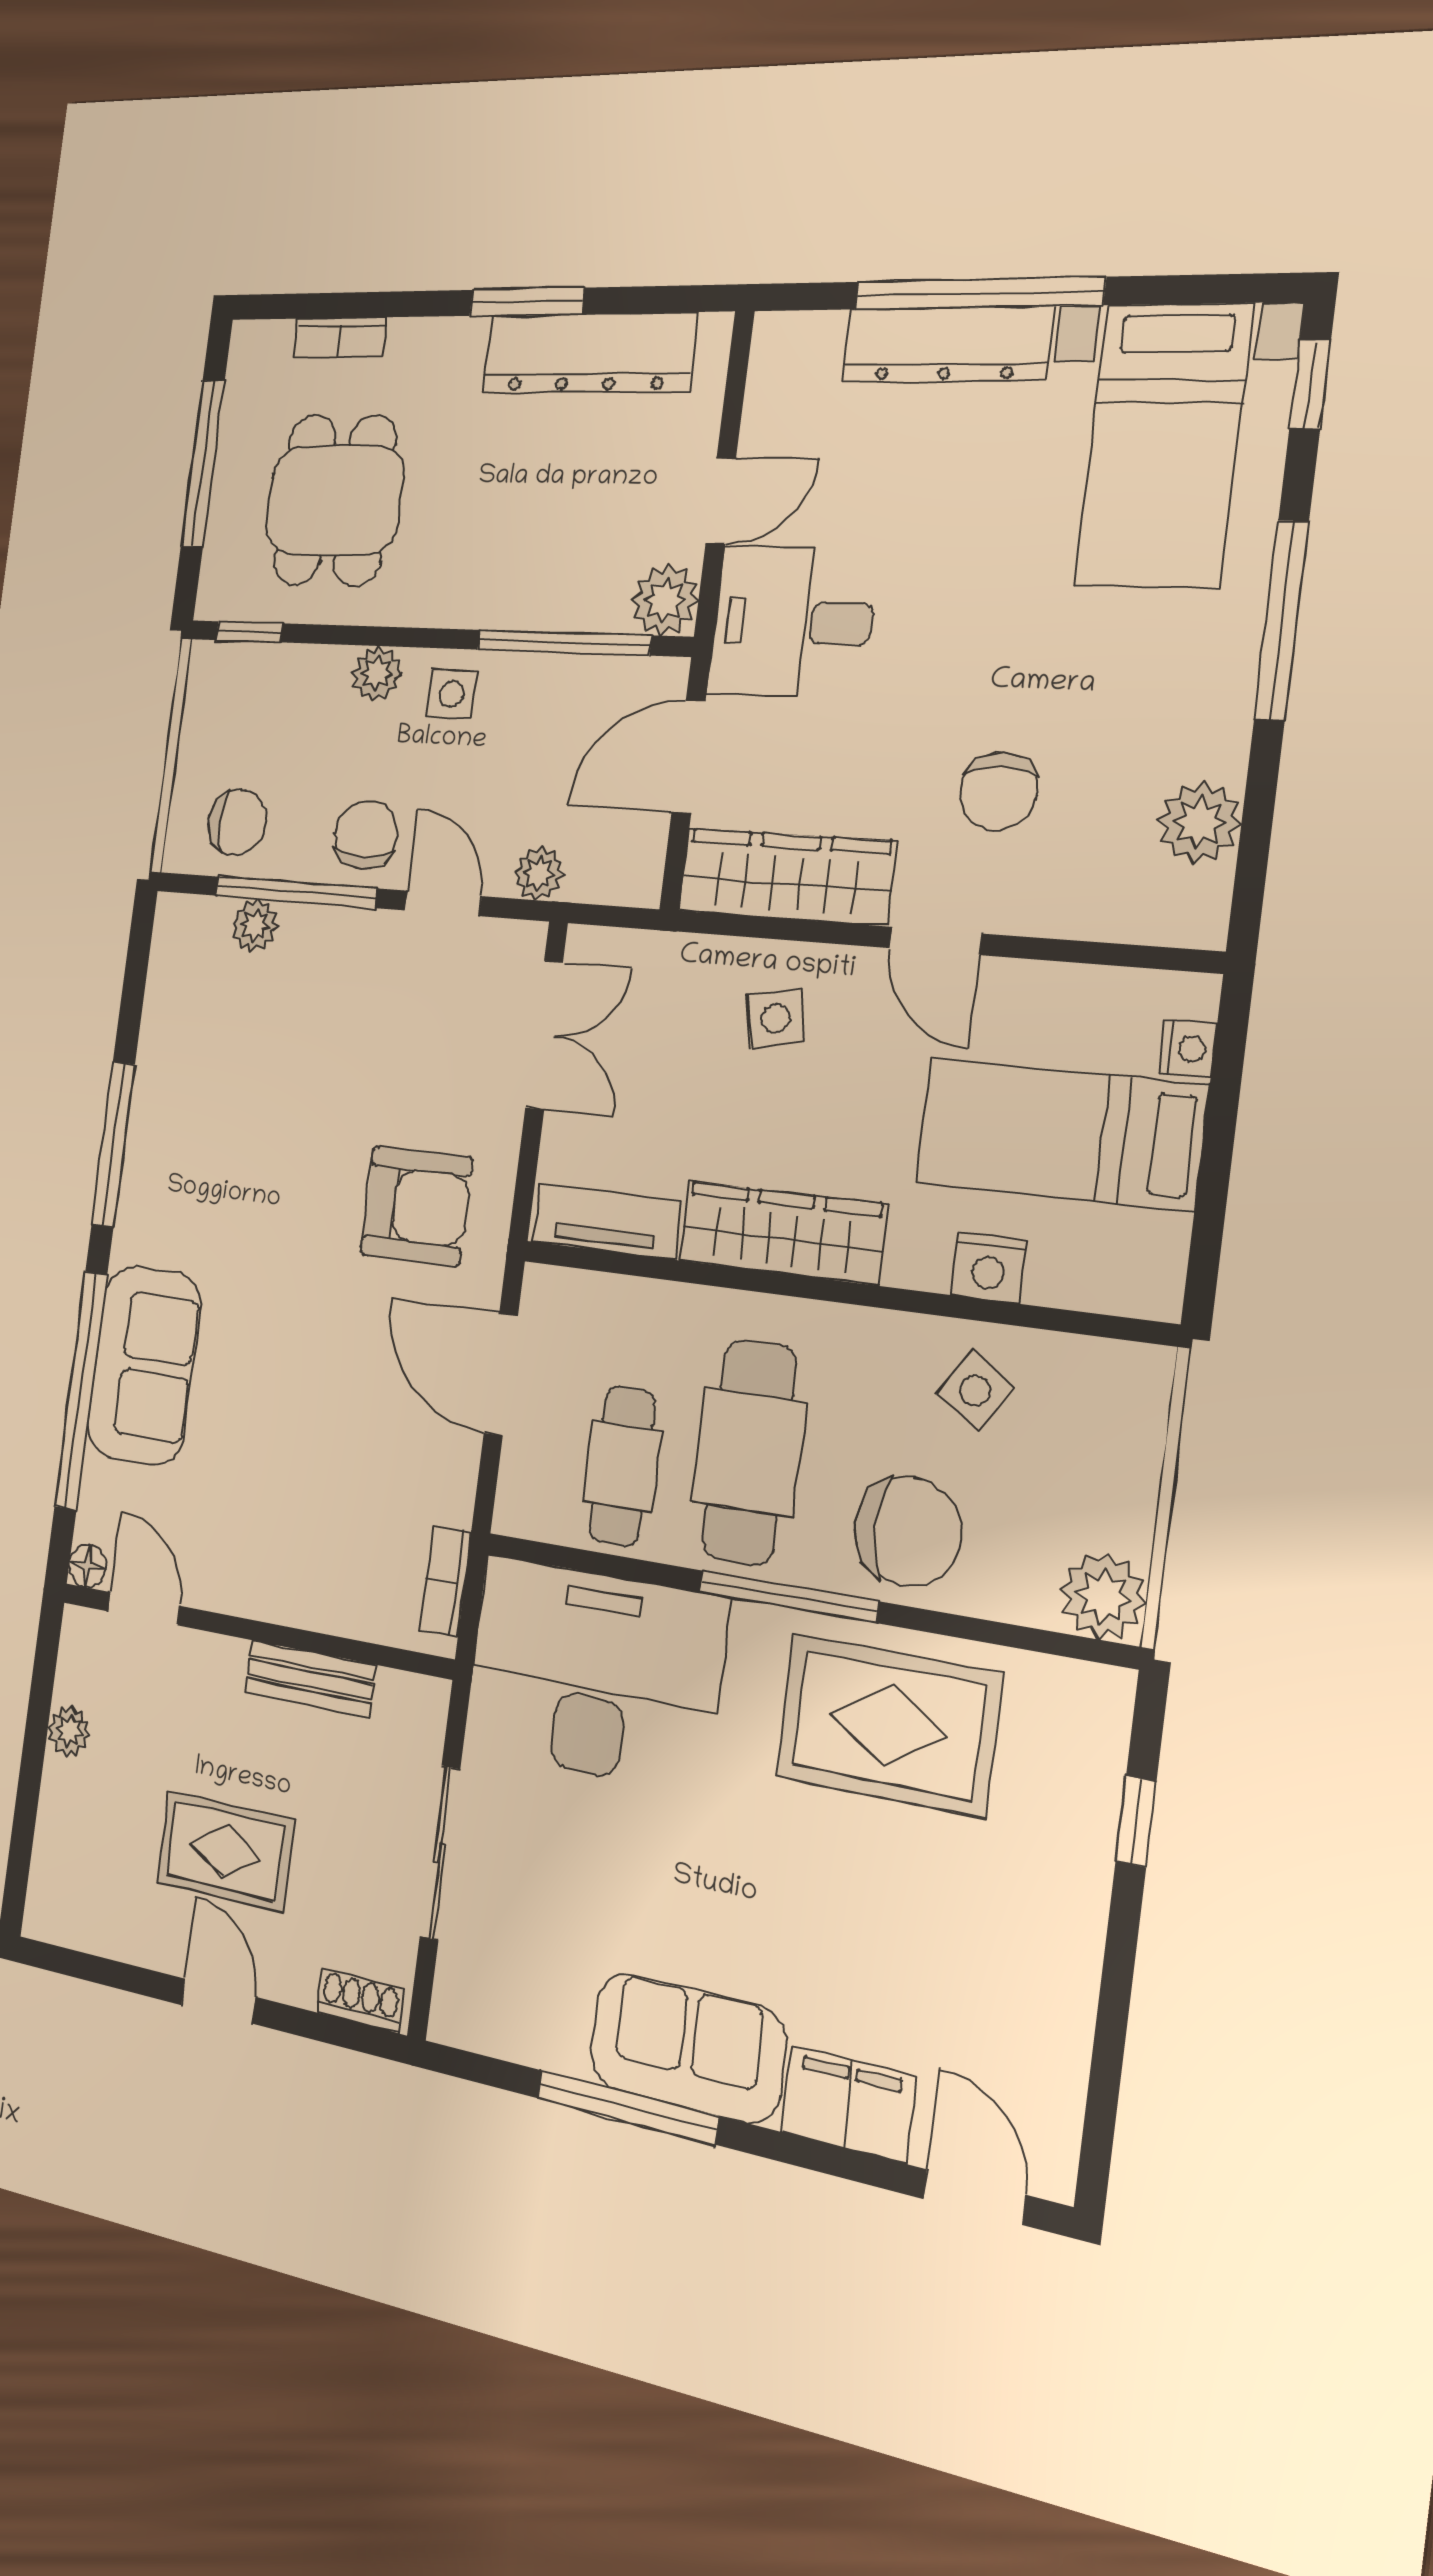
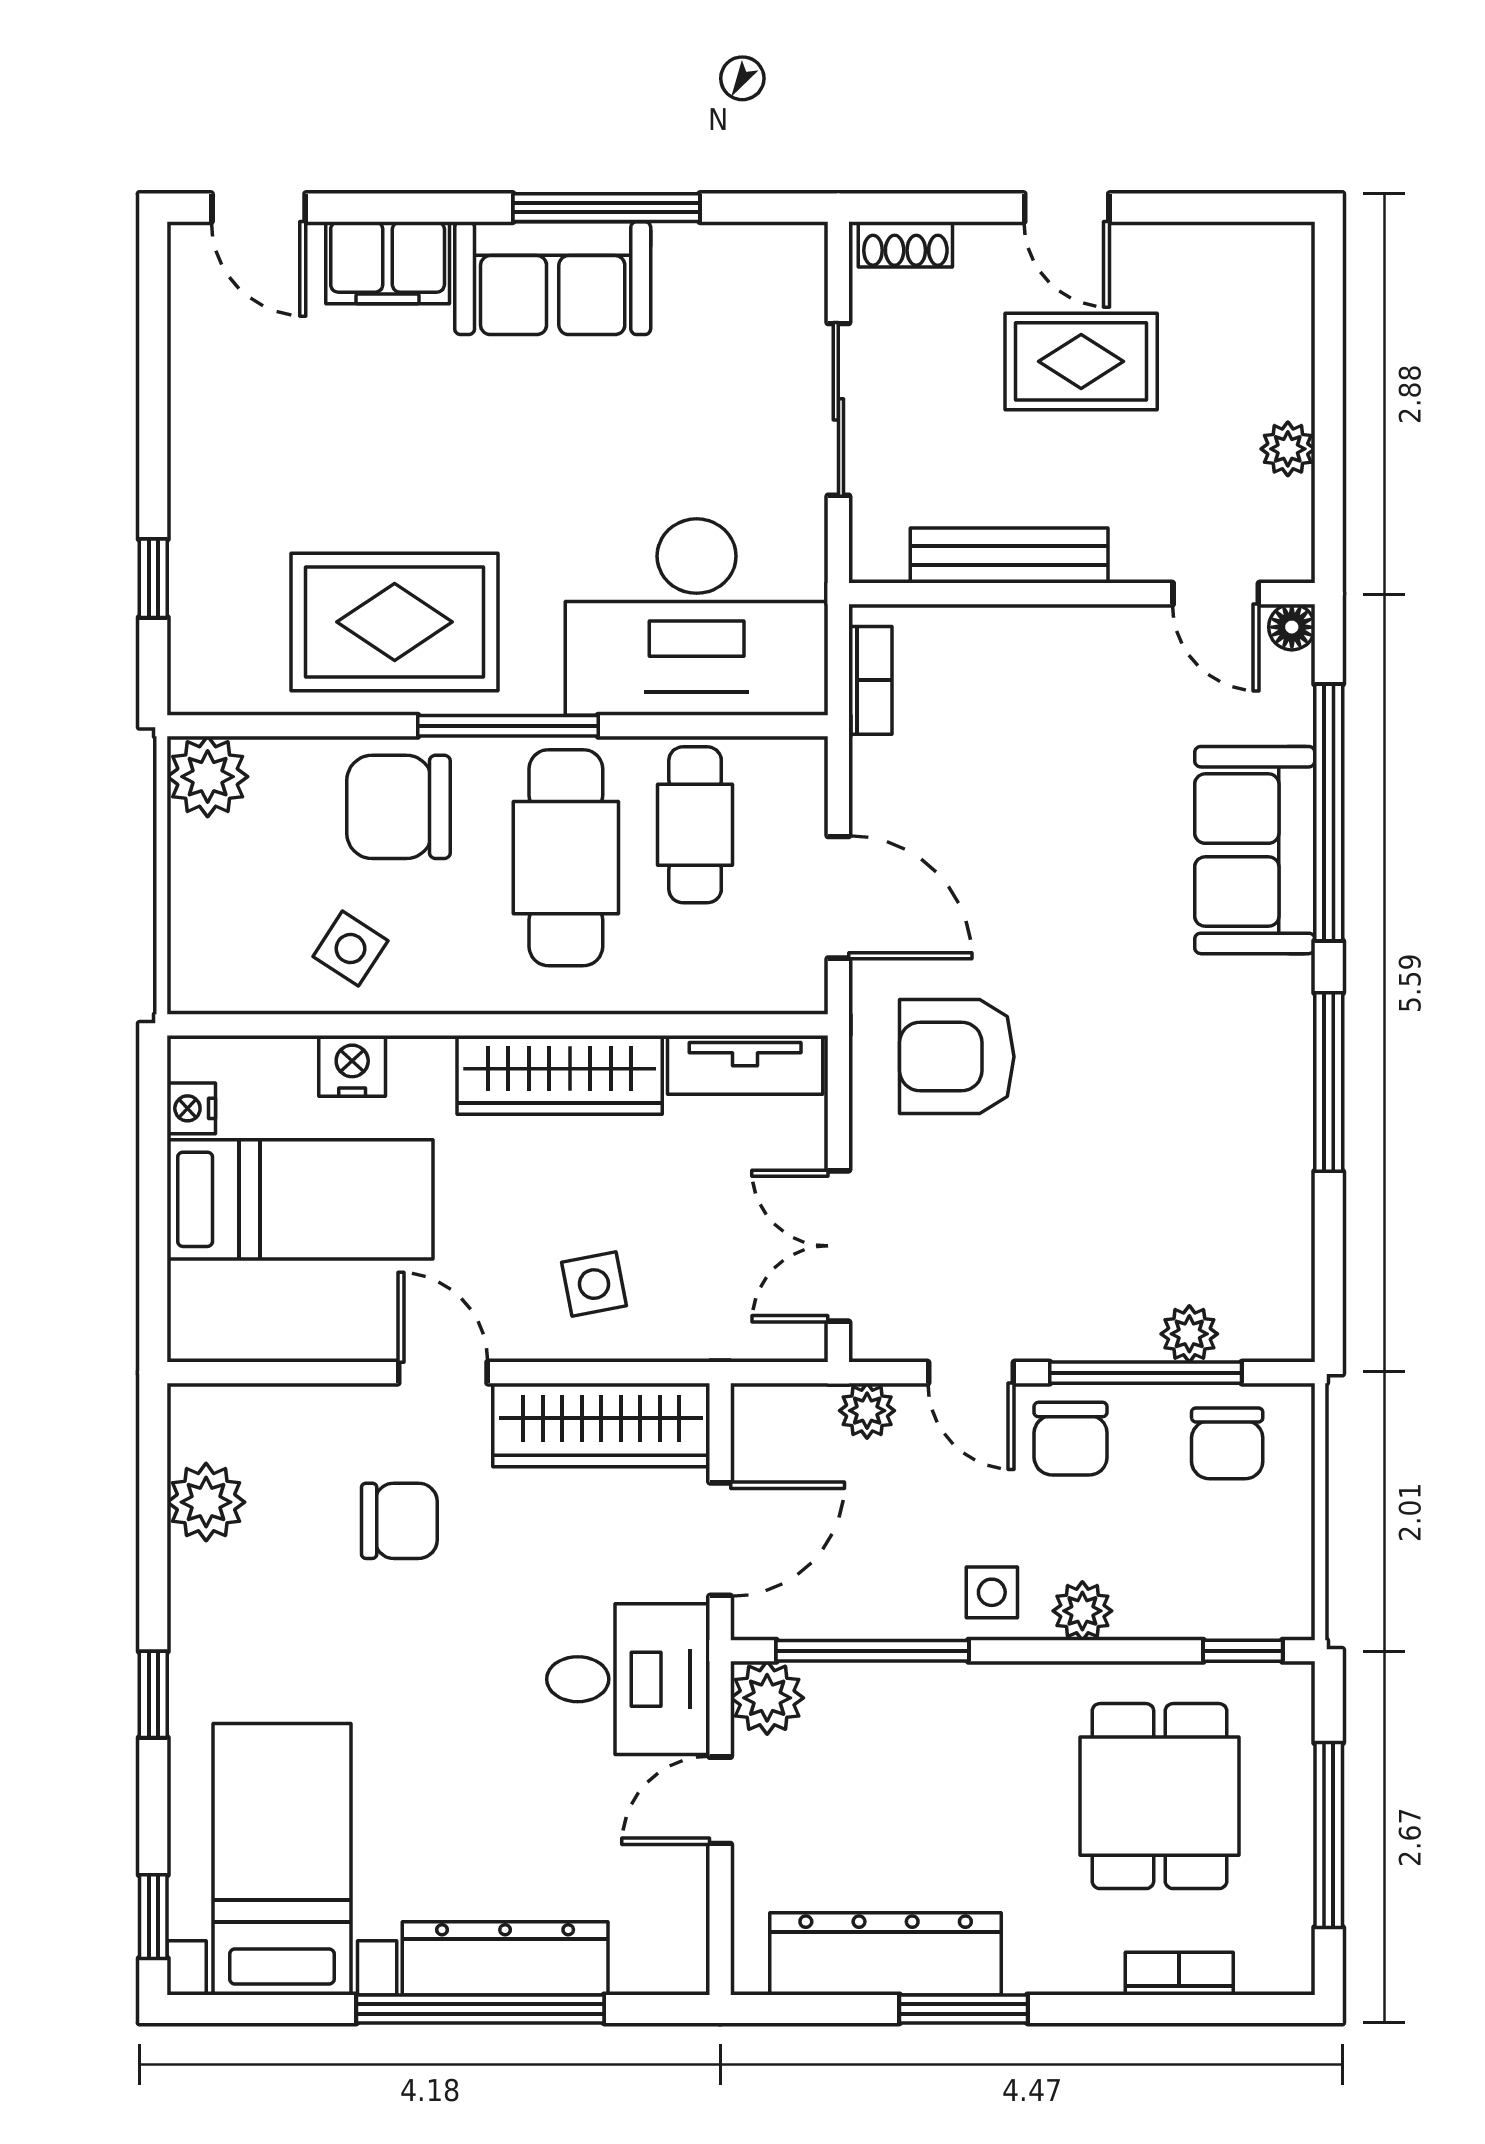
window: (1281, 620) -> (153, 1694), width x0.46
chair: (999, 792) -> (399, 1521), turned 90
chair: (237, 822) -> (1227, 1443), turned -90
nightstand: (1188, 1049) -> (191, 1108), moved
bench: (310, 1679) -> (1009, 556), width x1.36

